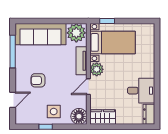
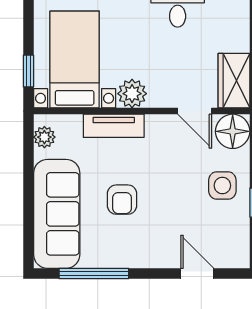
plant: (76, 33) -> (44, 137), width x0.53, depth x0.53
armchair: (38, 80) -> (122, 200), moved
door: (88, 87) -> (195, 111), moved

